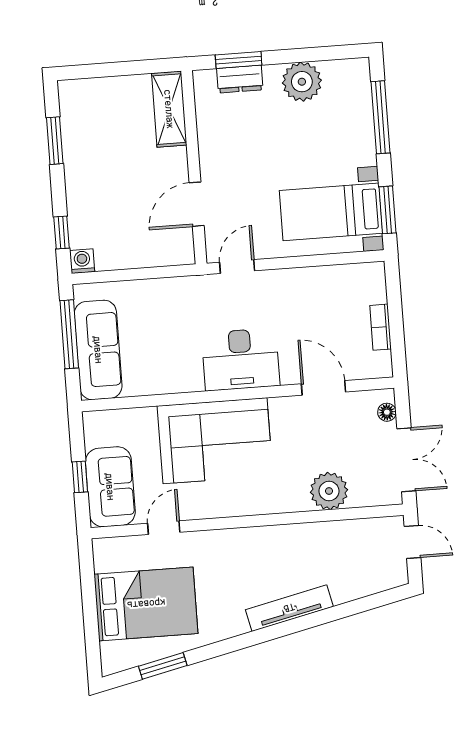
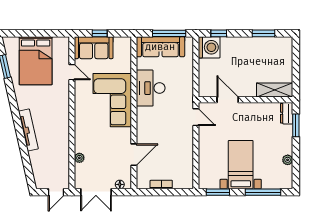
dresser: (240, 79) -> (287, 113), moved
plant: (302, 82) -> (288, 160), width x0.53, depth x0.53
bed with nightstands: (331, 212) -> (241, 165), moved
washing machine: (82, 261) -> (209, 47), width x1.89, depth x1.89
desk: (241, 359) -> (151, 88), moved
plant: (329, 491) -> (79, 158), width x0.53, depth x0.53

